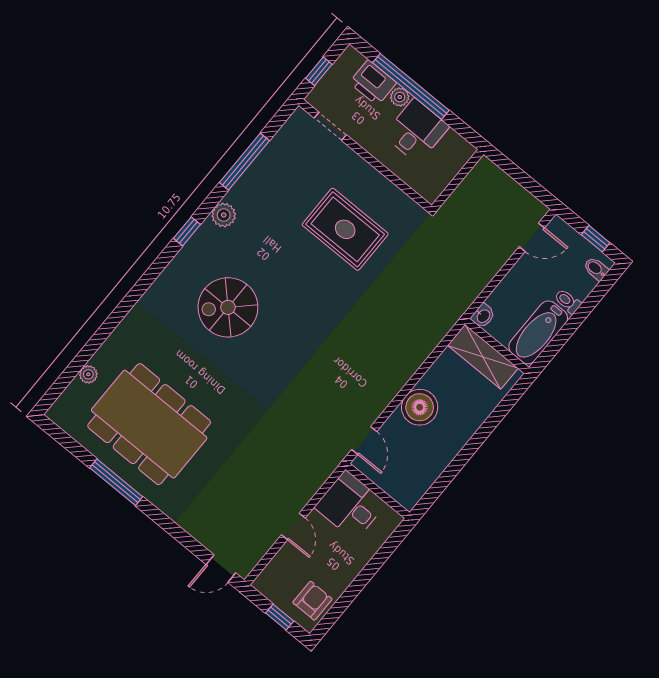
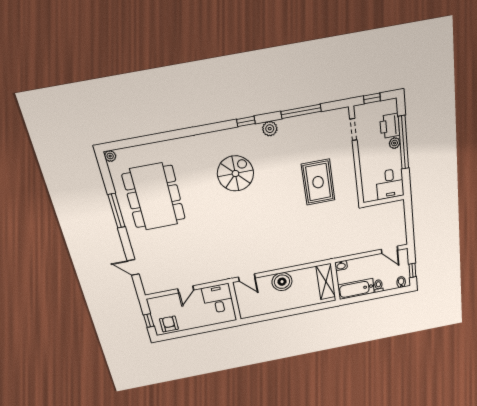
desk: (416, 131) -> (390, 184), moved, turned 90
spiral stairs: (228, 307) -> (235, 173), turned 90
plant: (88, 374) -> (110, 156), moved
door: (364, 441) -> (247, 277), hinge flipped
door: (221, 569) -> (133, 267), moved
armchair: (312, 601) -> (169, 324), turned -90

